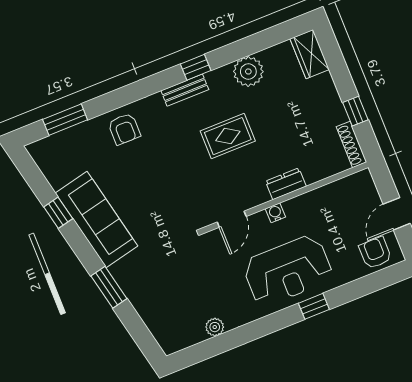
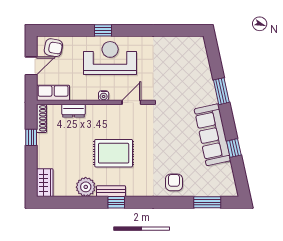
bench: (185, 90) -> (111, 191), moved
rug: (228, 136) -> (114, 153), width x1.36, depth x1.43
dresser: (286, 184) -> (73, 111), moved
row of seats: (350, 188) -> (53, 93), added
armchair: (375, 253) -> (53, 48), turned -80
plant: (215, 327) -> (167, 42), removed

